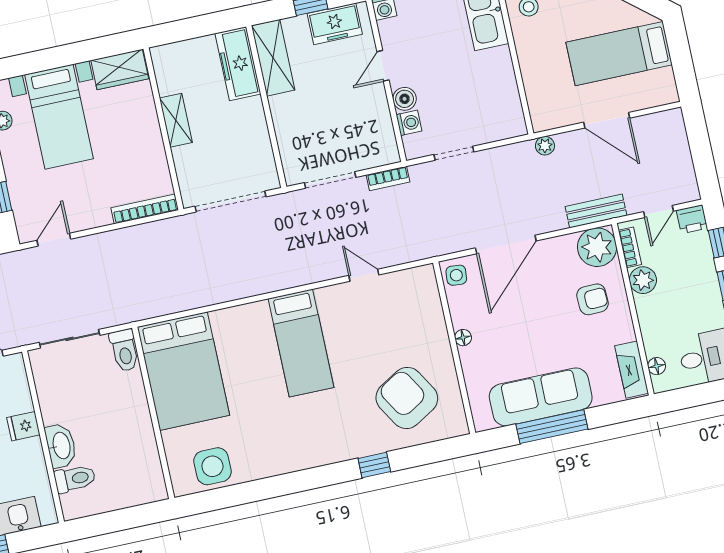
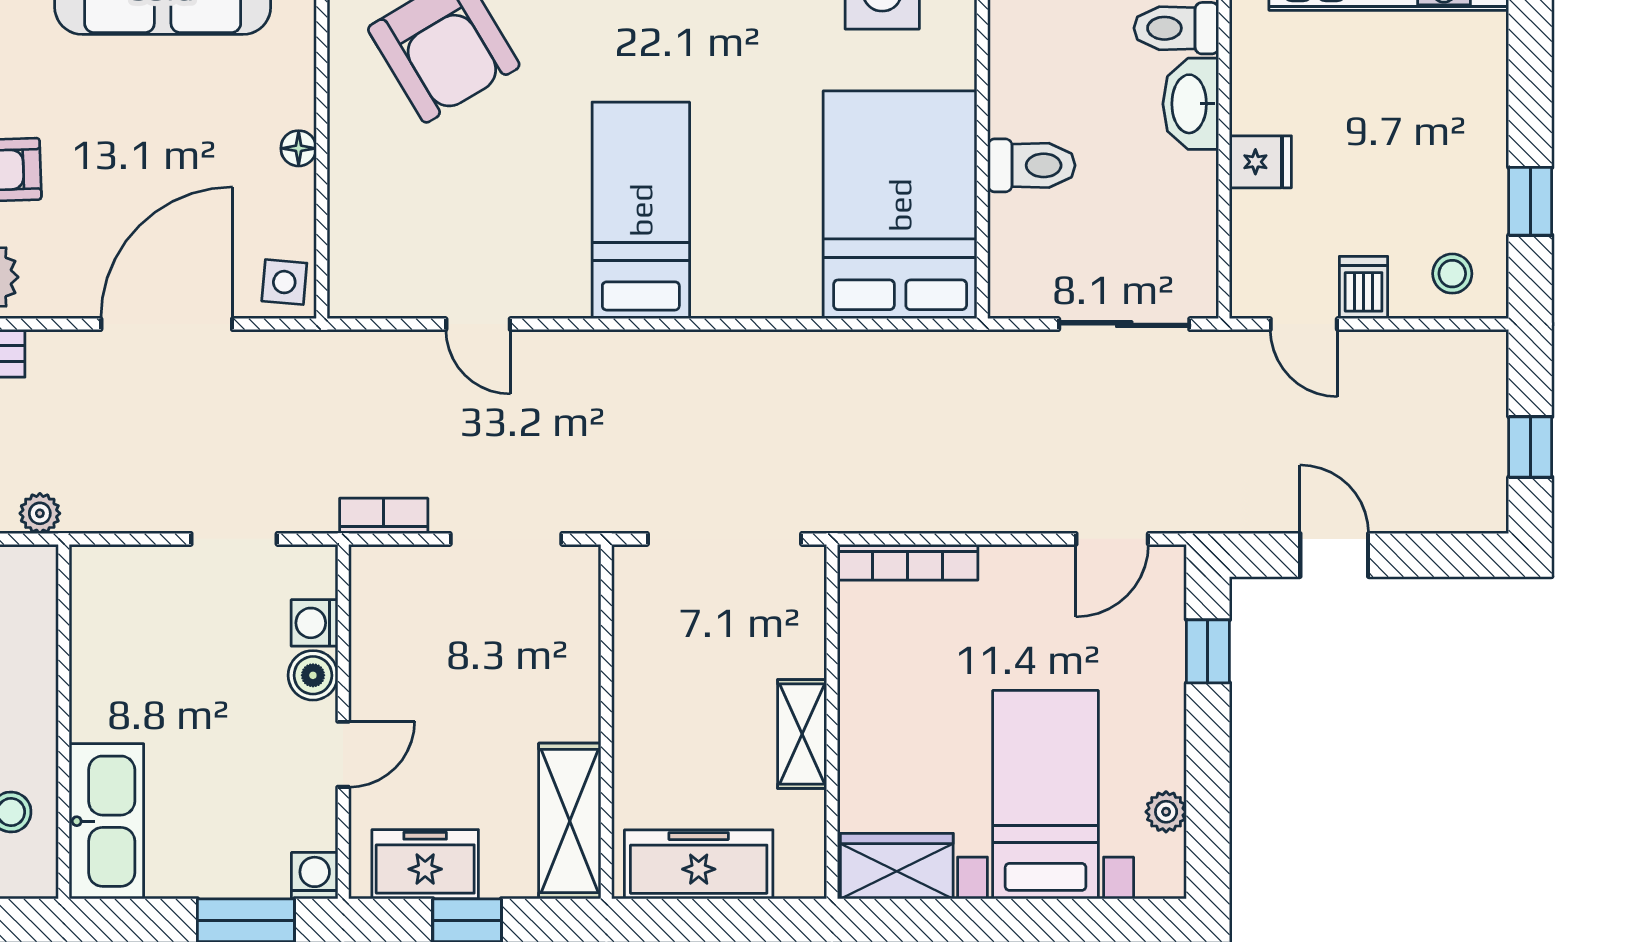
freezer: (238, 64) -> (699, 864), moved, turned -90
toilet: (124, 350) -> (1031, 165), moved, turned 90

